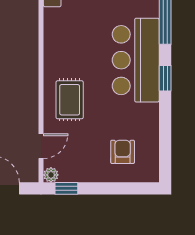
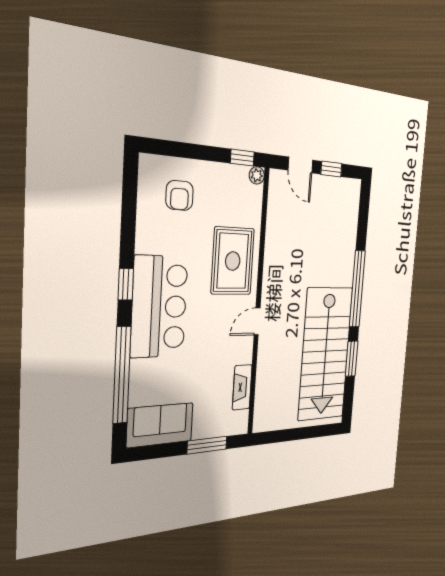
rug: (70, 100) -> (233, 261), width x1.36, depth x1.43
door: (41, 146) -> (257, 321), moved

